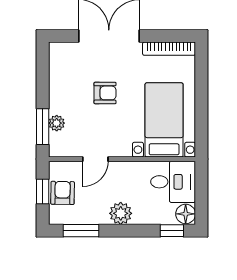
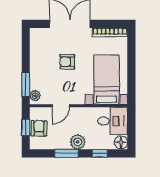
armchair: (105, 93) -> (67, 62), turned 180
plant: (57, 123) -> (35, 96), moved
window: (81, 231) -> (67, 153), moved
window: (172, 231) -> (100, 153), moved

